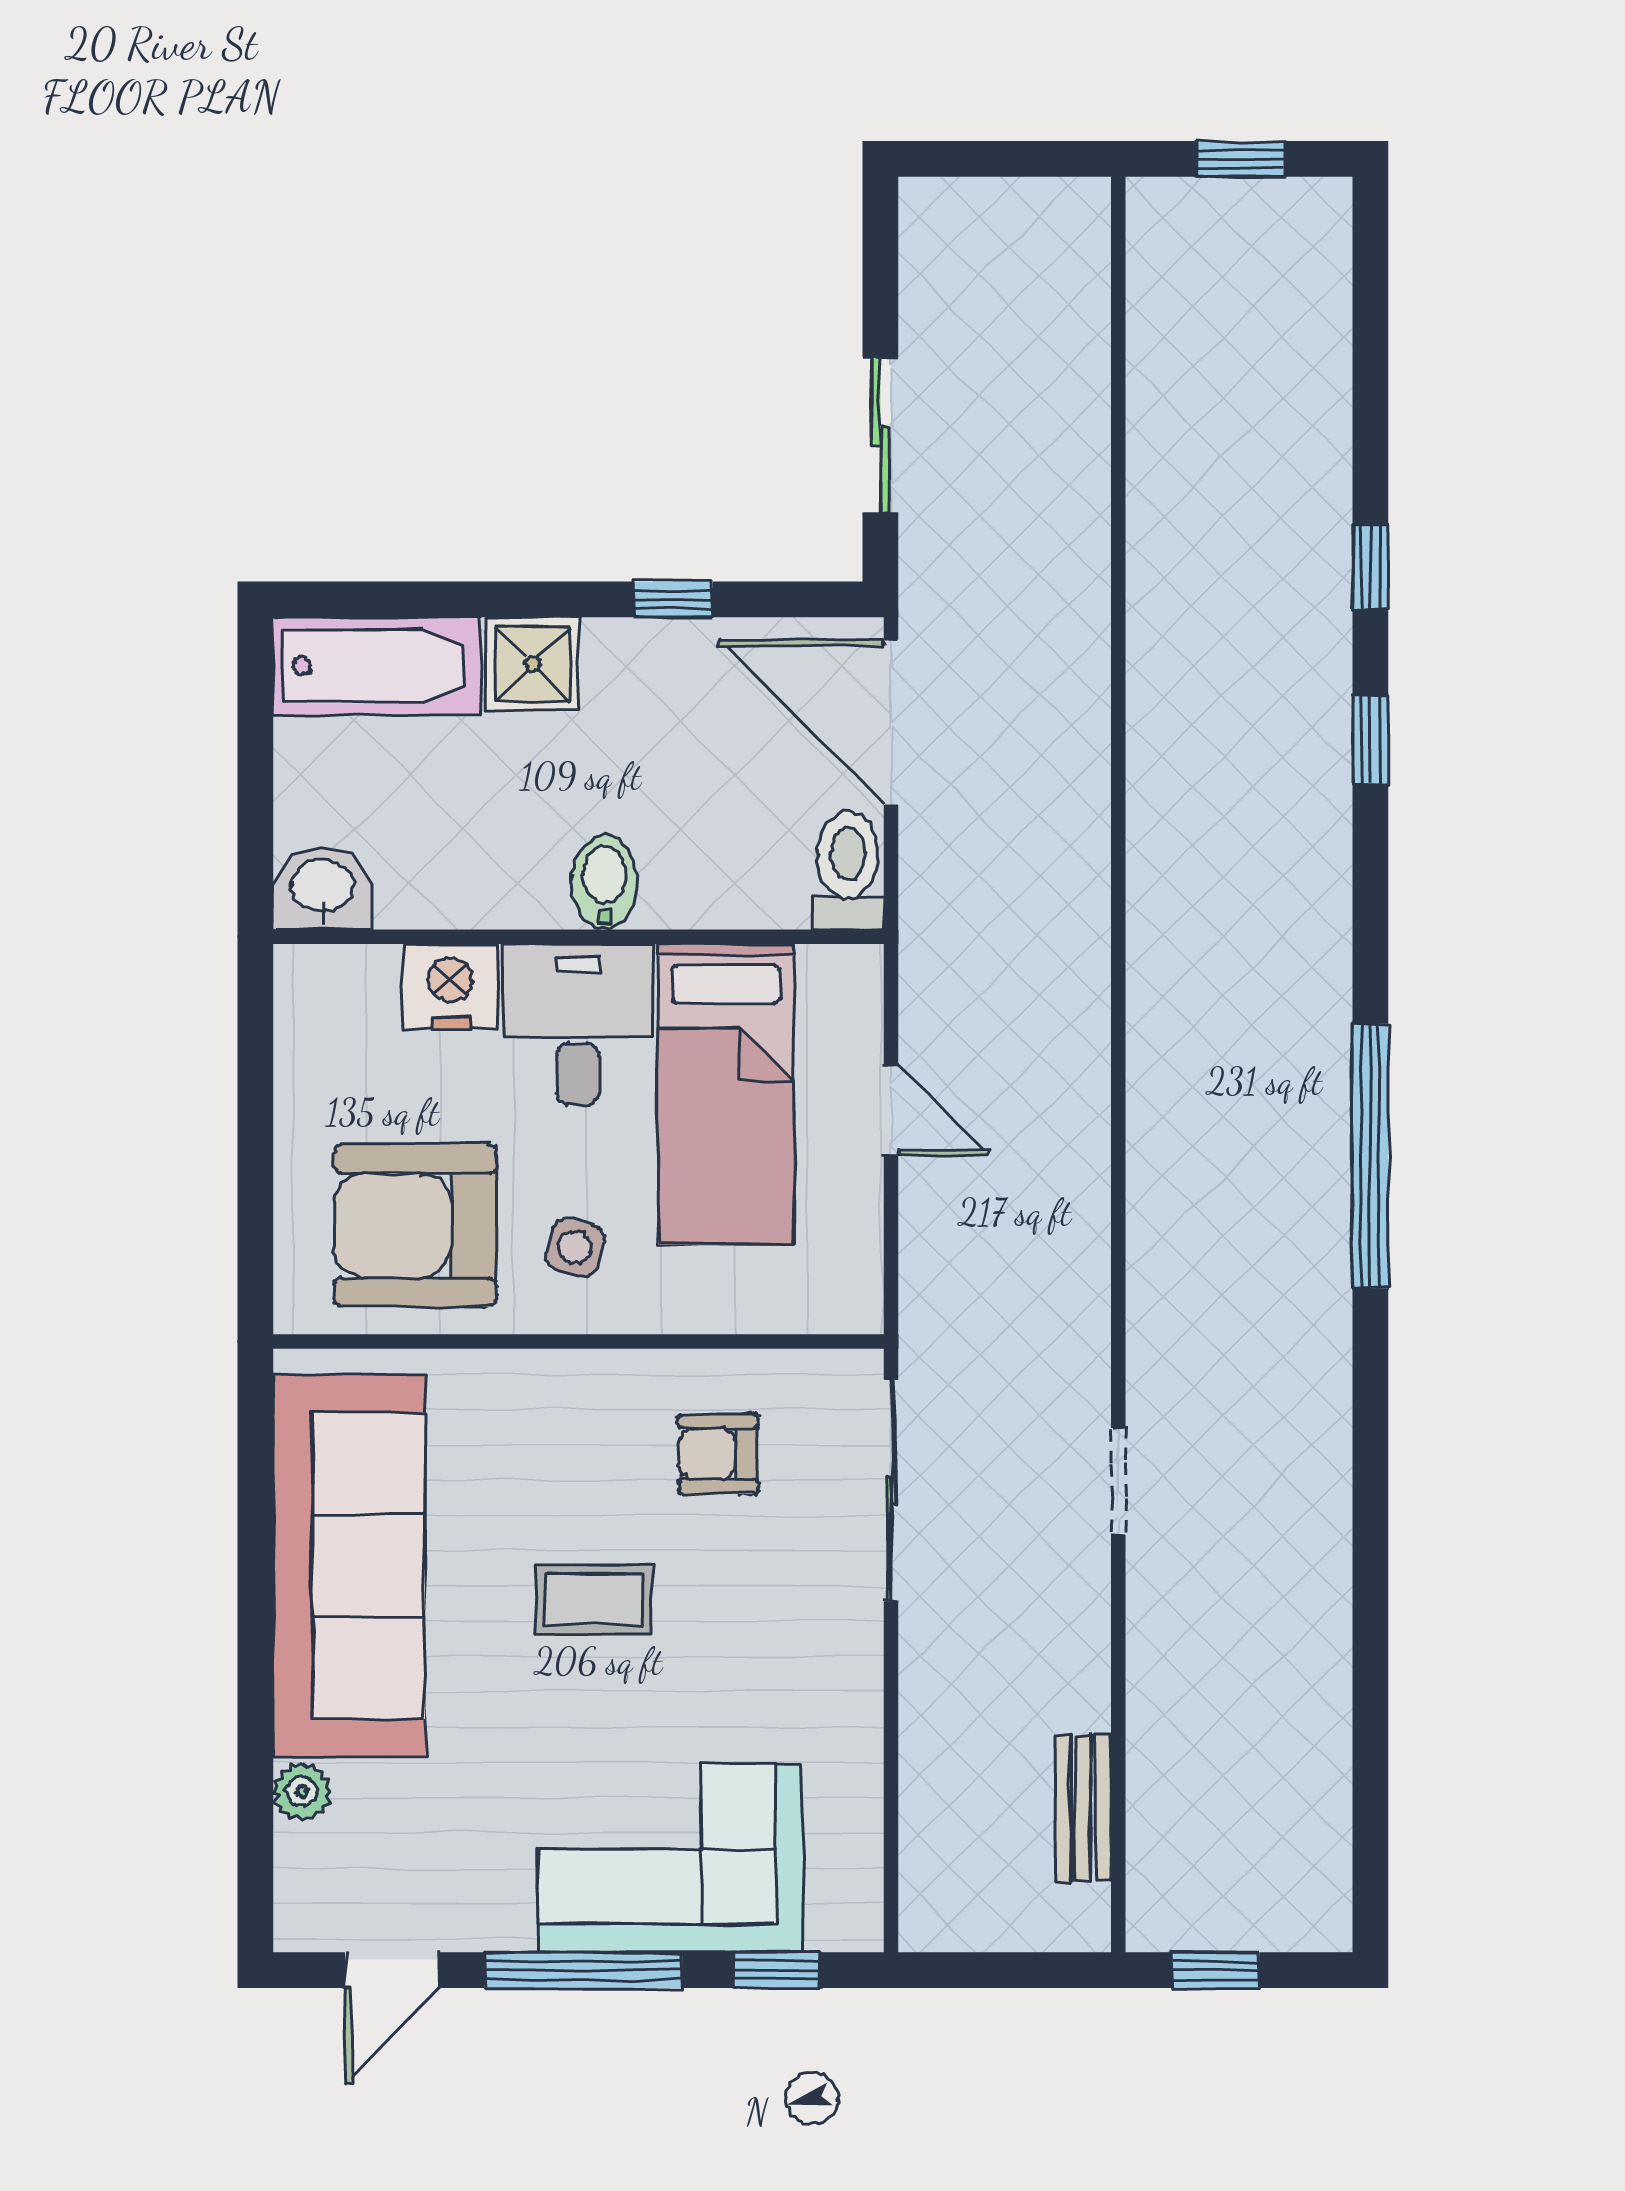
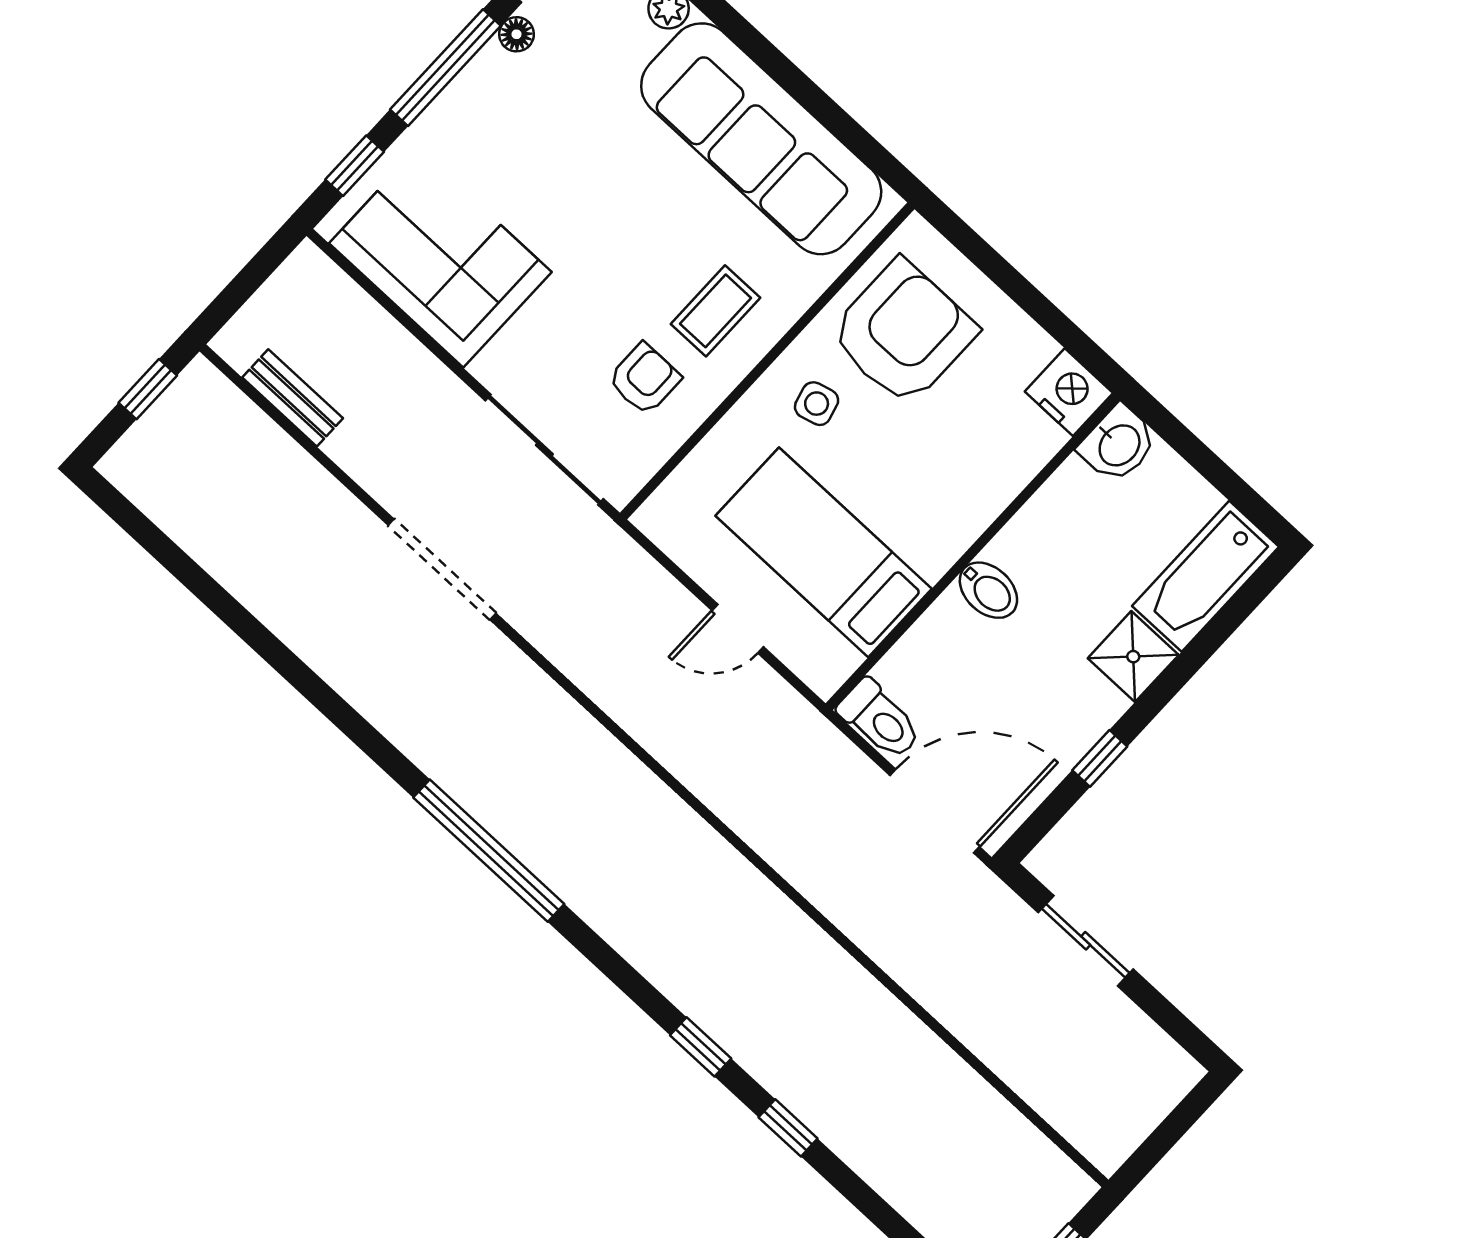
nightstand: (450, 986) -> (1069, 392), moved, turned -90
desk: (578, 1024) -> (929, 510), removed
side table: (575, 1247) -> (817, 404), turned -30
doorway: (1118, 1481) -> (442, 569), width x1.88
coffee table: (594, 1600) -> (716, 311), moved
corner sofa: (670, 1858) -> (440, 258), moved, turned -90
floor lamp: (478, 1928) -> (517, 34), added

